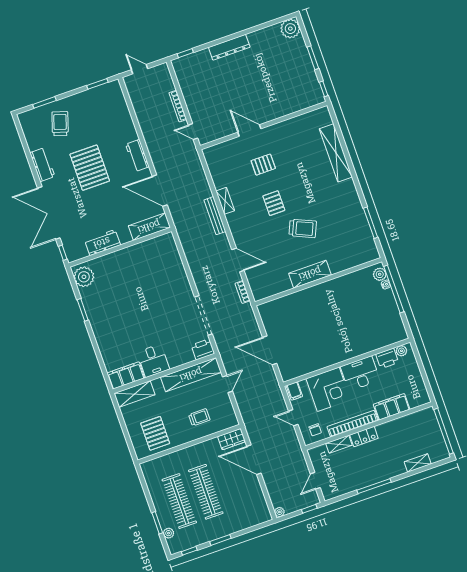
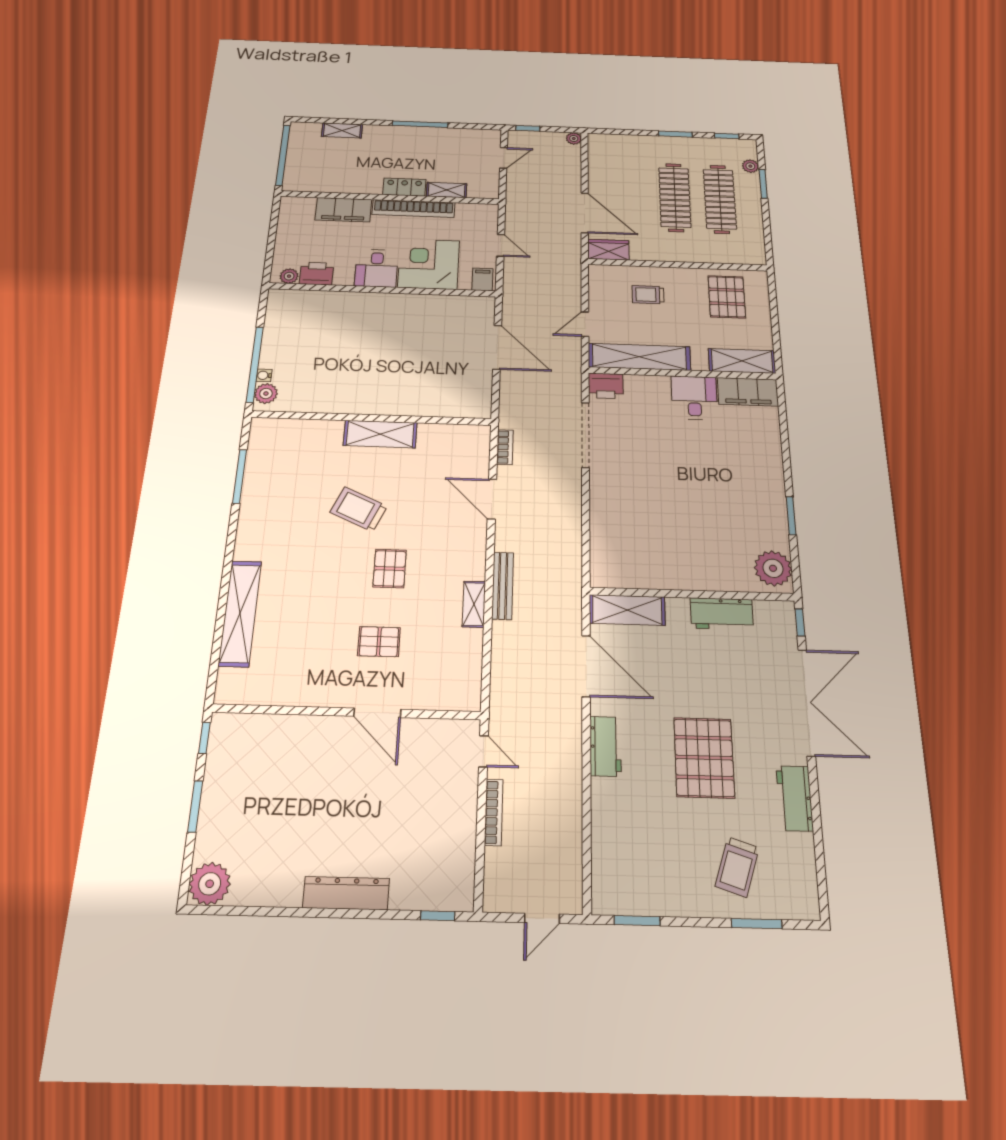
door: (139, 69) -> (542, 918), hinge flipped
desk: (360, 373) -> (376, 268), width x0.73
chair: (315, 430) -> (474, 219), removed

